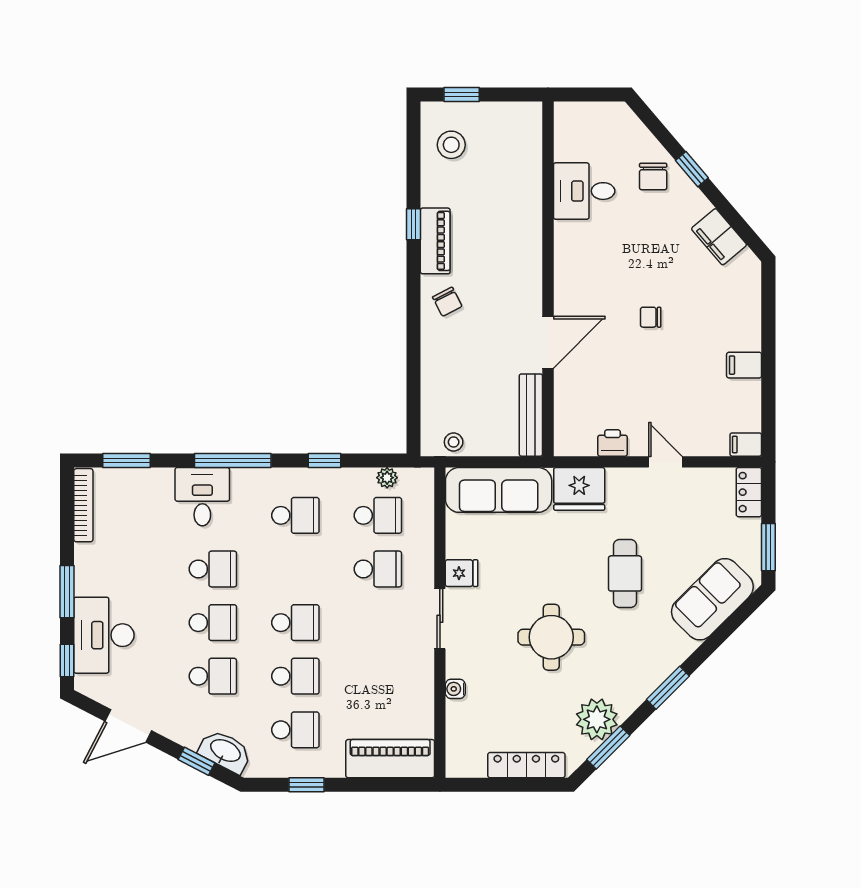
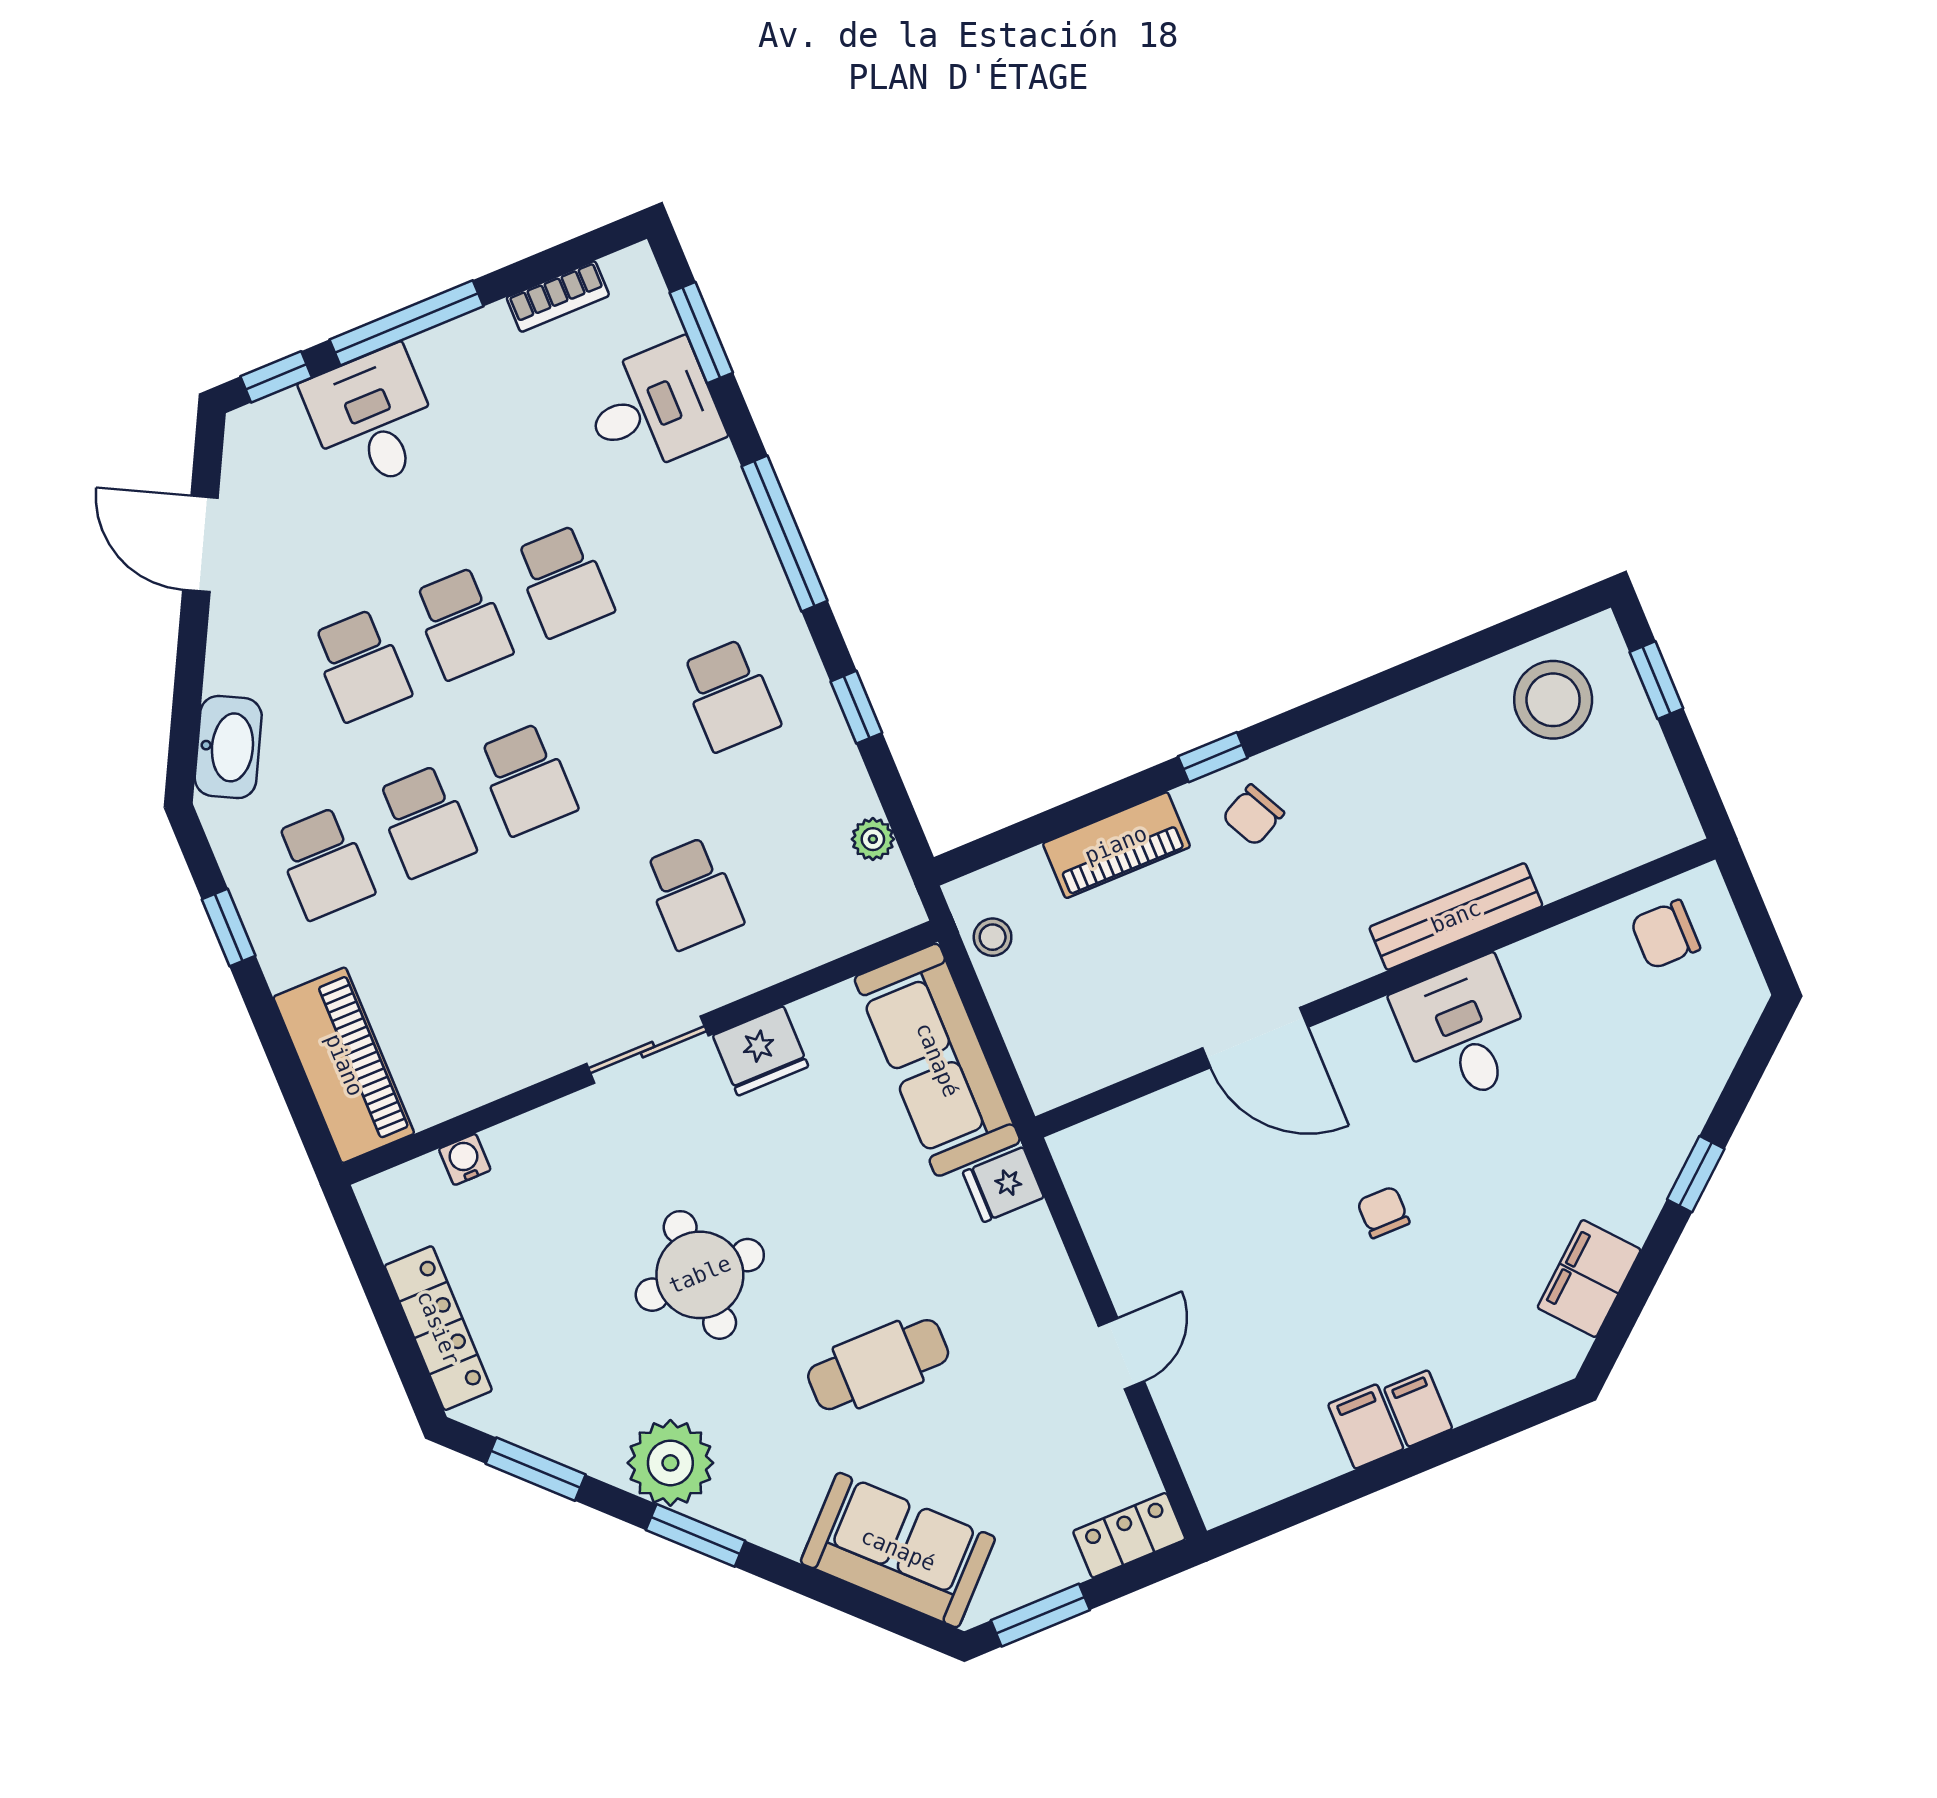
stool: (451, 145) -> (1553, 700), width x1.38, depth x1.38
chair: (653, 177) -> (1665, 934), moved
desk: (584, 191) -> (1464, 1031), moved
window: (414, 224) -> (1213, 757), moved
piano: (435, 241) -> (1116, 845), moved
bench: (531, 415) -> (1456, 917), moved
printer: (613, 443) -> (1115, 1239), removed
filing cabinet: (746, 445) -> (1418, 1409), moved
fridge: (579, 489) -> (1003, 1185), width x0.53, depth x0.75
desk: (202, 497) -> (652, 408), moved
bookcase: (83, 505) -> (558, 296), width x0.64
school desk: (378, 515) -> (794, 851), removed
fridge: (462, 573) -> (761, 1051), width x1.38
window: (67, 592) -> (407, 323), width x1.44
desk: (104, 635) -> (373, 419), width x0.73
water cooler: (455, 689) -> (465, 1159), moved
plant: (597, 719) -> (670, 1463), moved
window: (197, 761) -> (187, 701), removed

